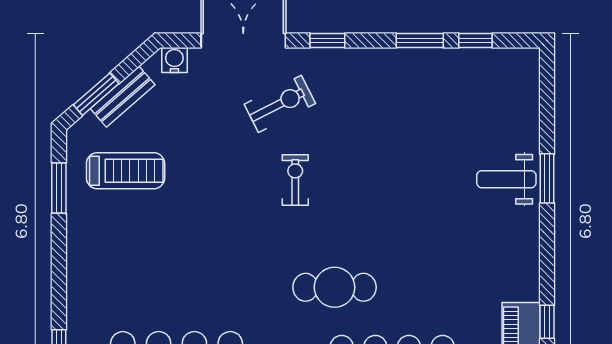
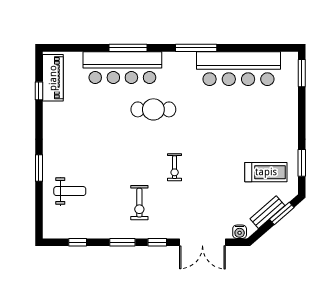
window: (420, 41) -> (122, 242), moved
exercise bike: (280, 104) -> (139, 203), moved, turned -63
treadmill: (126, 171) -> (266, 172), turned 180
weight bench: (506, 179) -> (70, 191), moved

